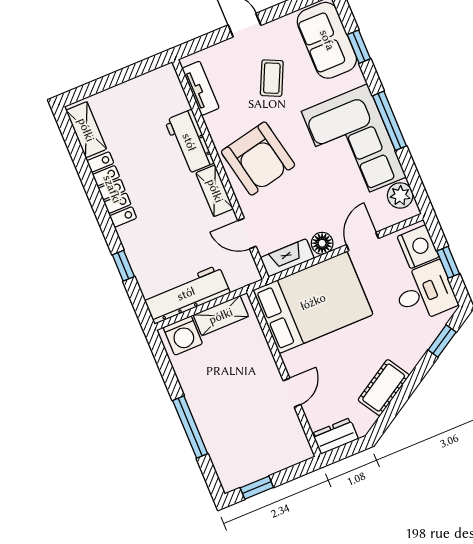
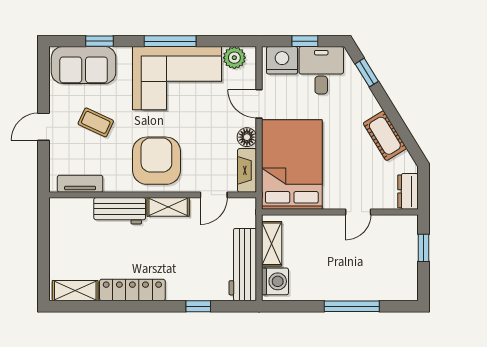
armchair: (258, 159) -> (156, 161), turned -78
door: (292, 393) -> (358, 212), swing flipped
window: (257, 488) -> (423, 248), moved

